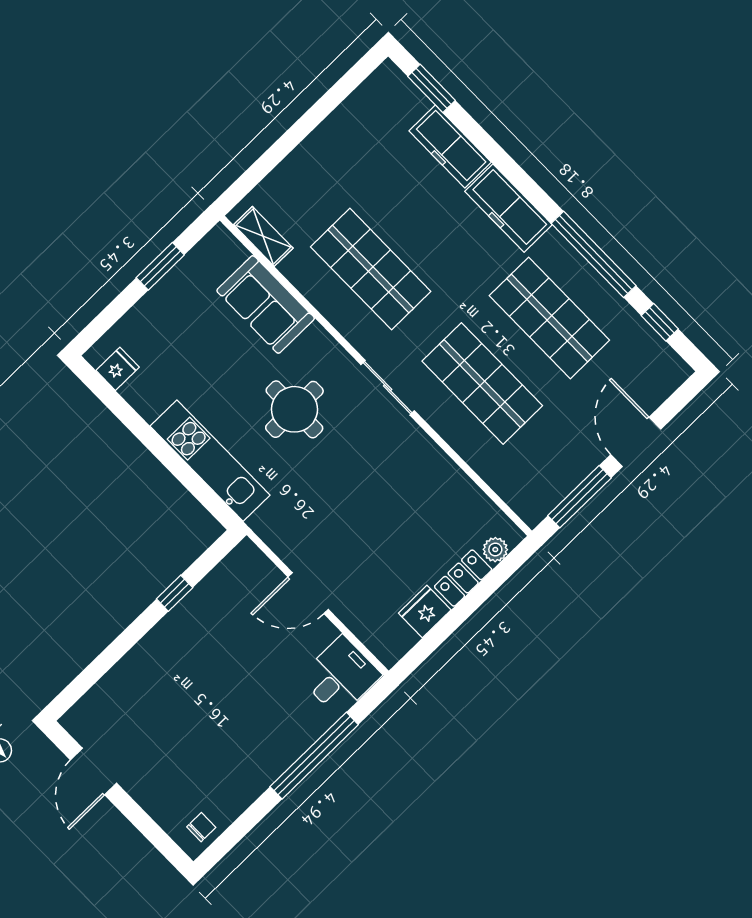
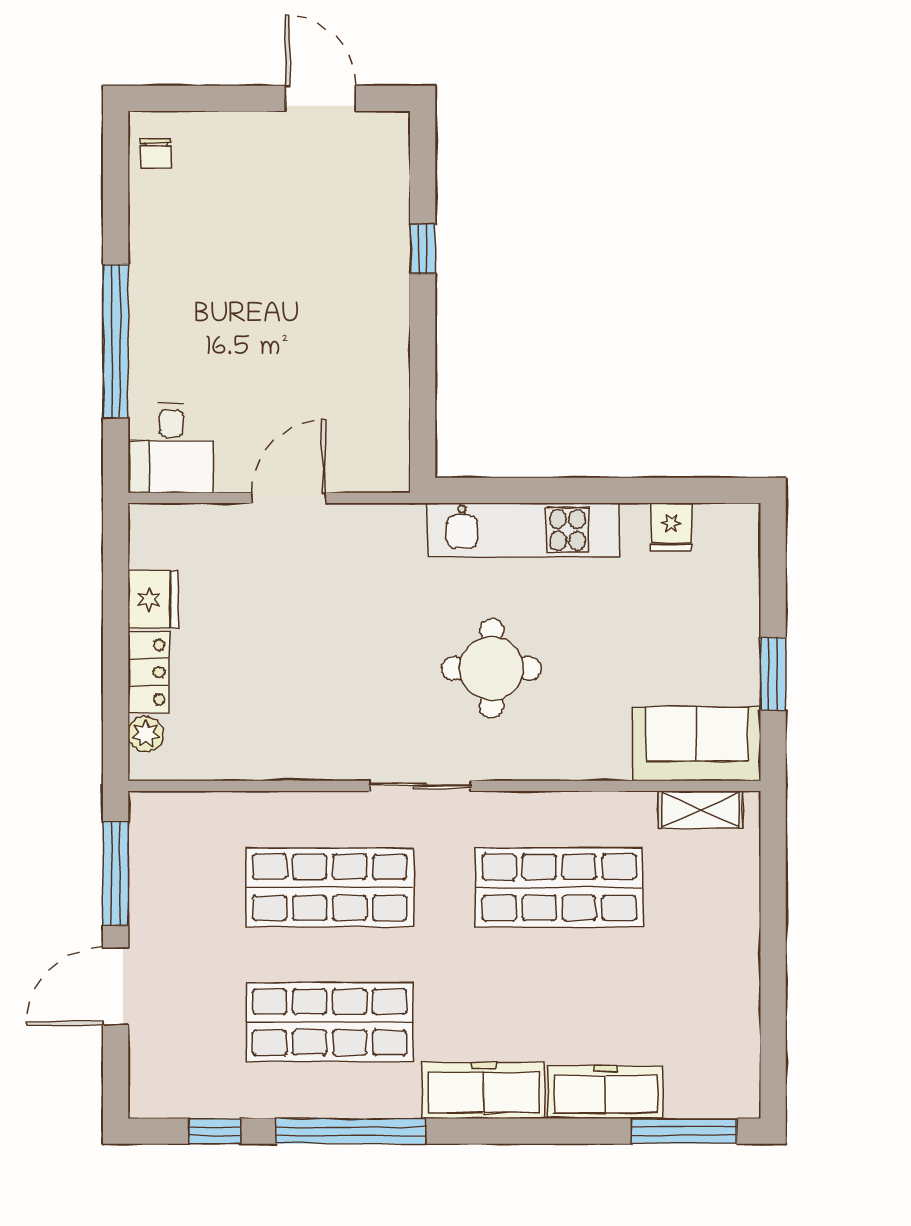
window: (431, 88) -> (684, 1131), width x1.44
sofa: (266, 304) -> (697, 744), moved
fridge: (118, 369) -> (671, 527), moved
door: (636, 442) -> (116, 987), swing flipped
window: (175, 593) -> (423, 249), moved

